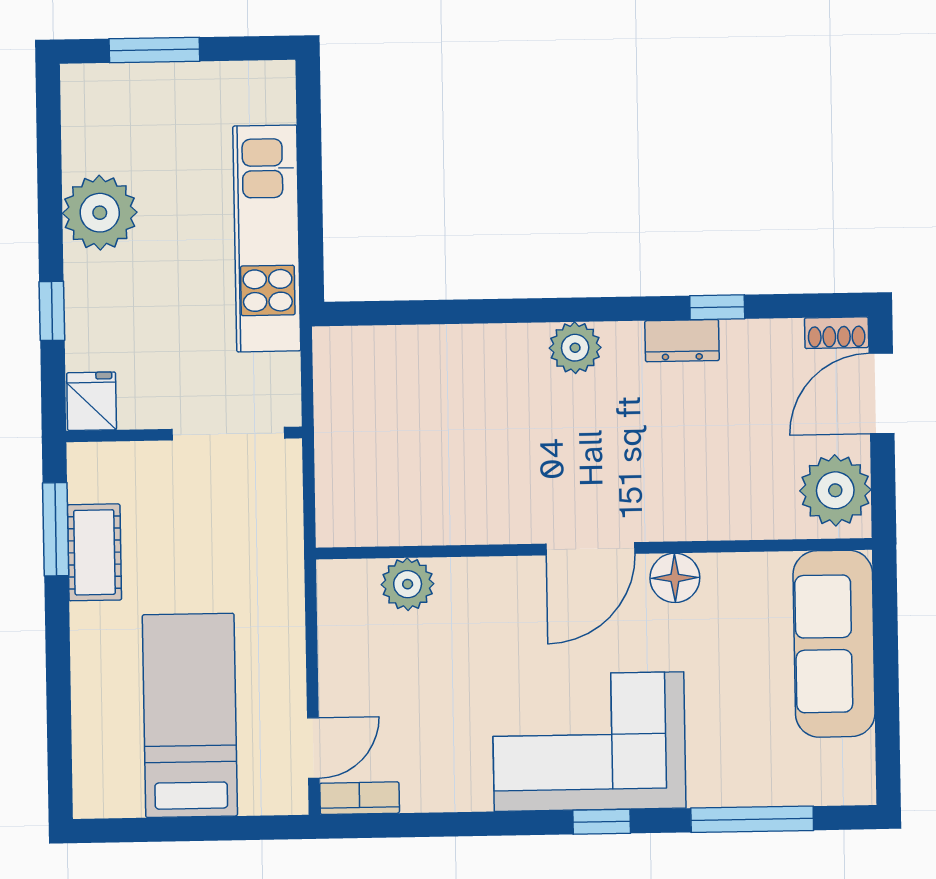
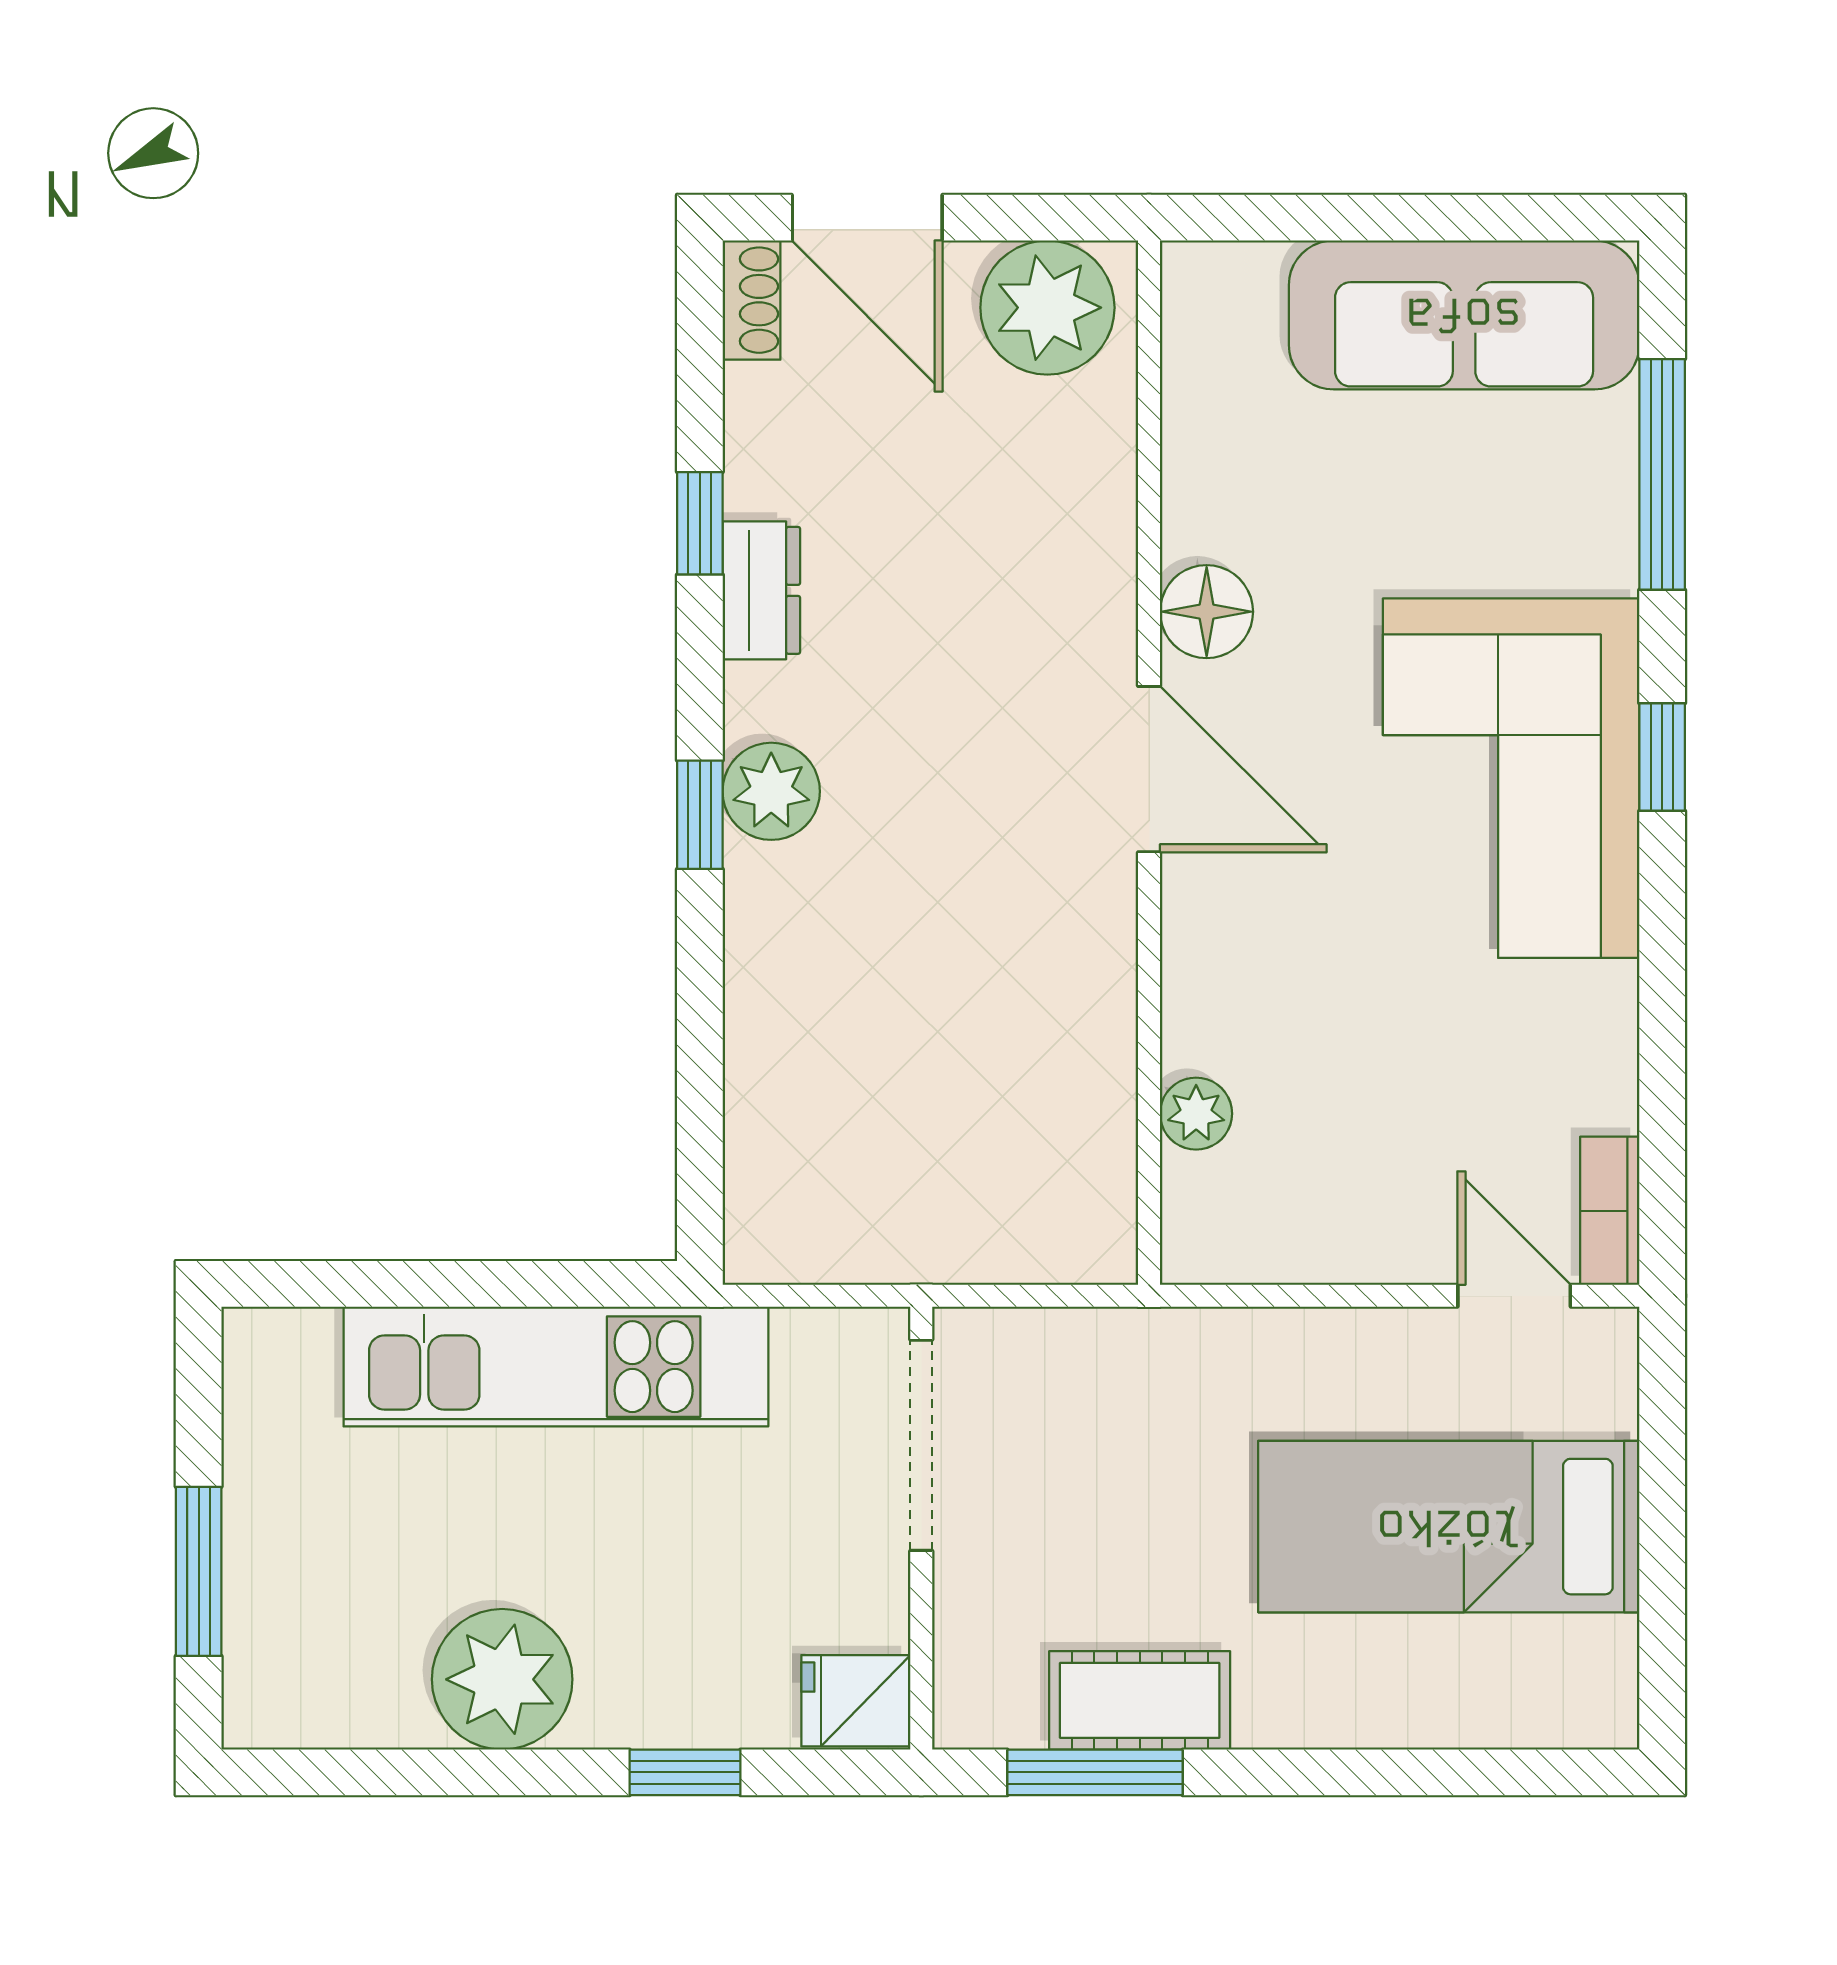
window: (562, 310) -> (700, 815), added
plant: (408, 584) -> (1196, 1114), width x0.73, depth x0.73
sofa: (834, 644) -> (1464, 315), moved

